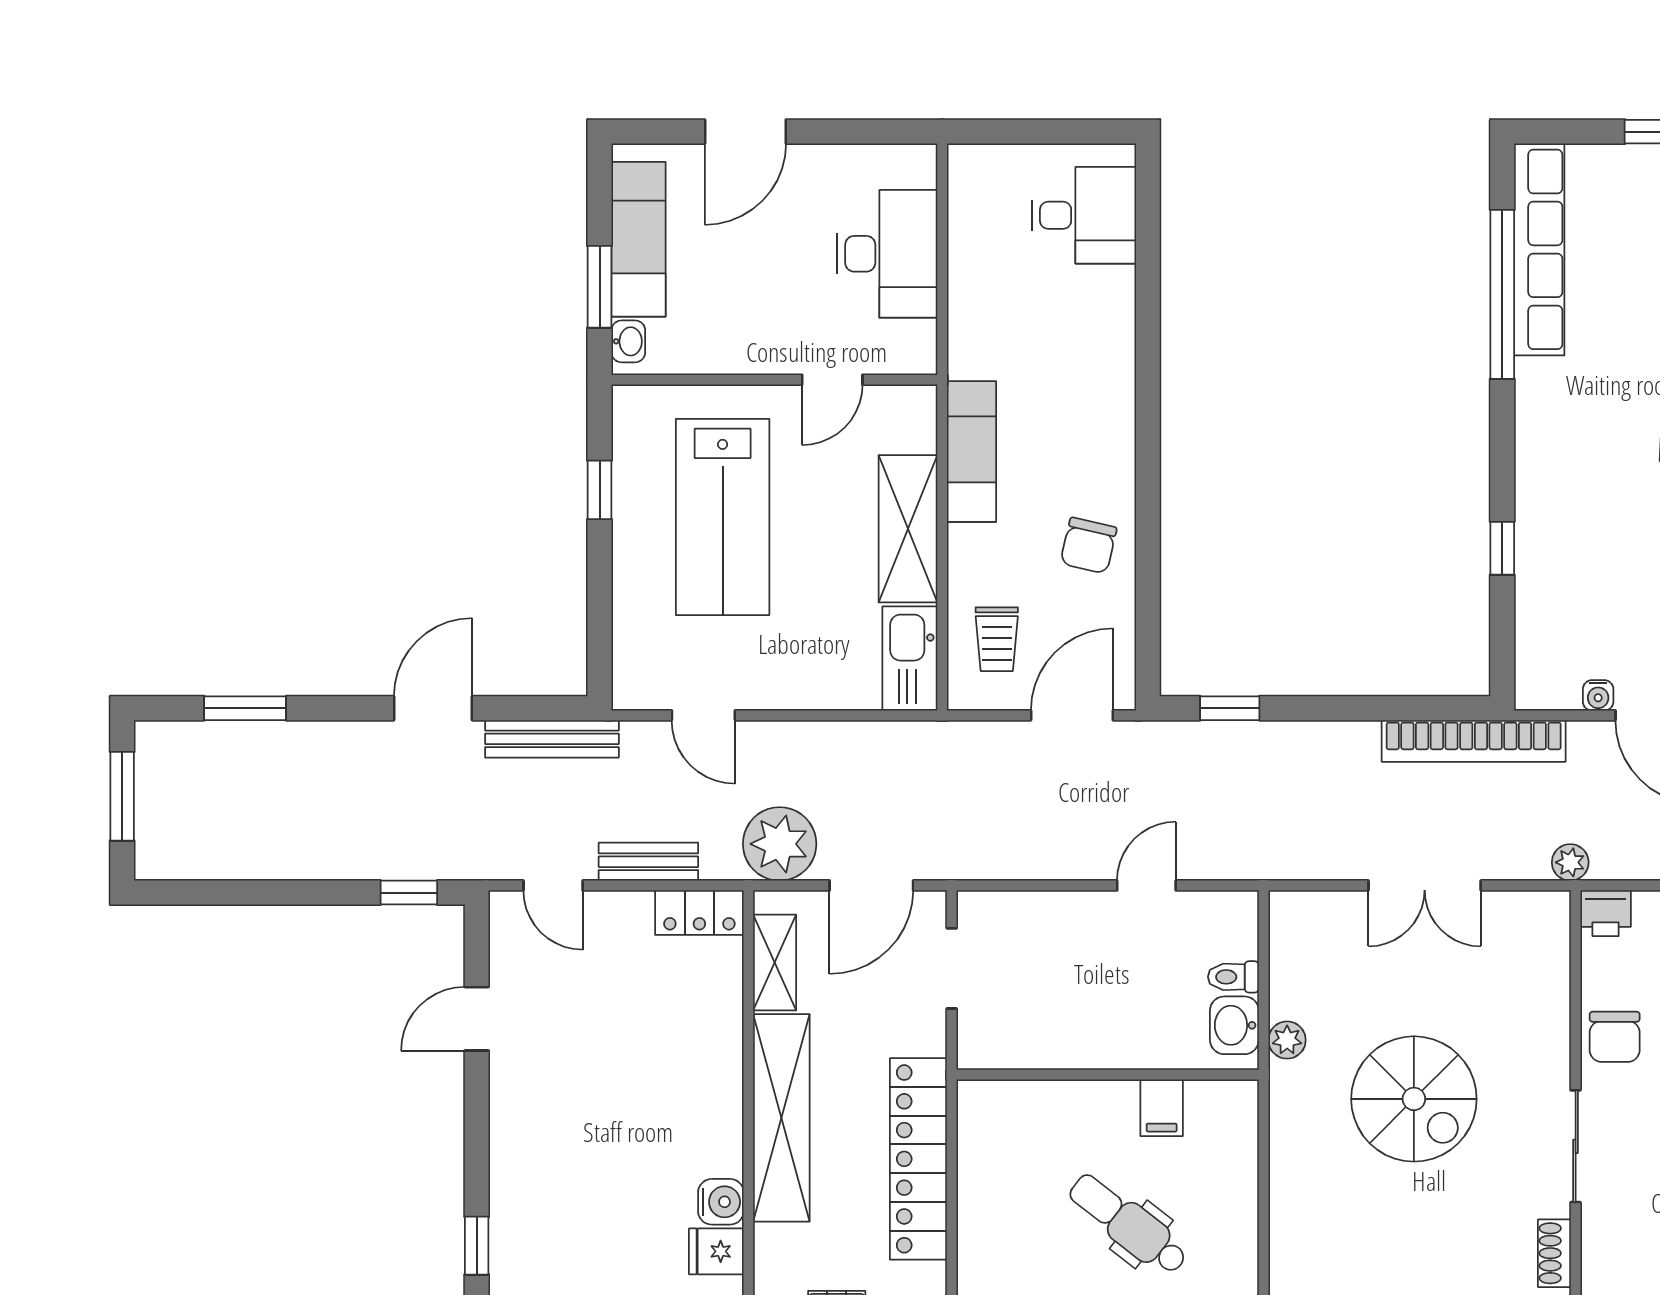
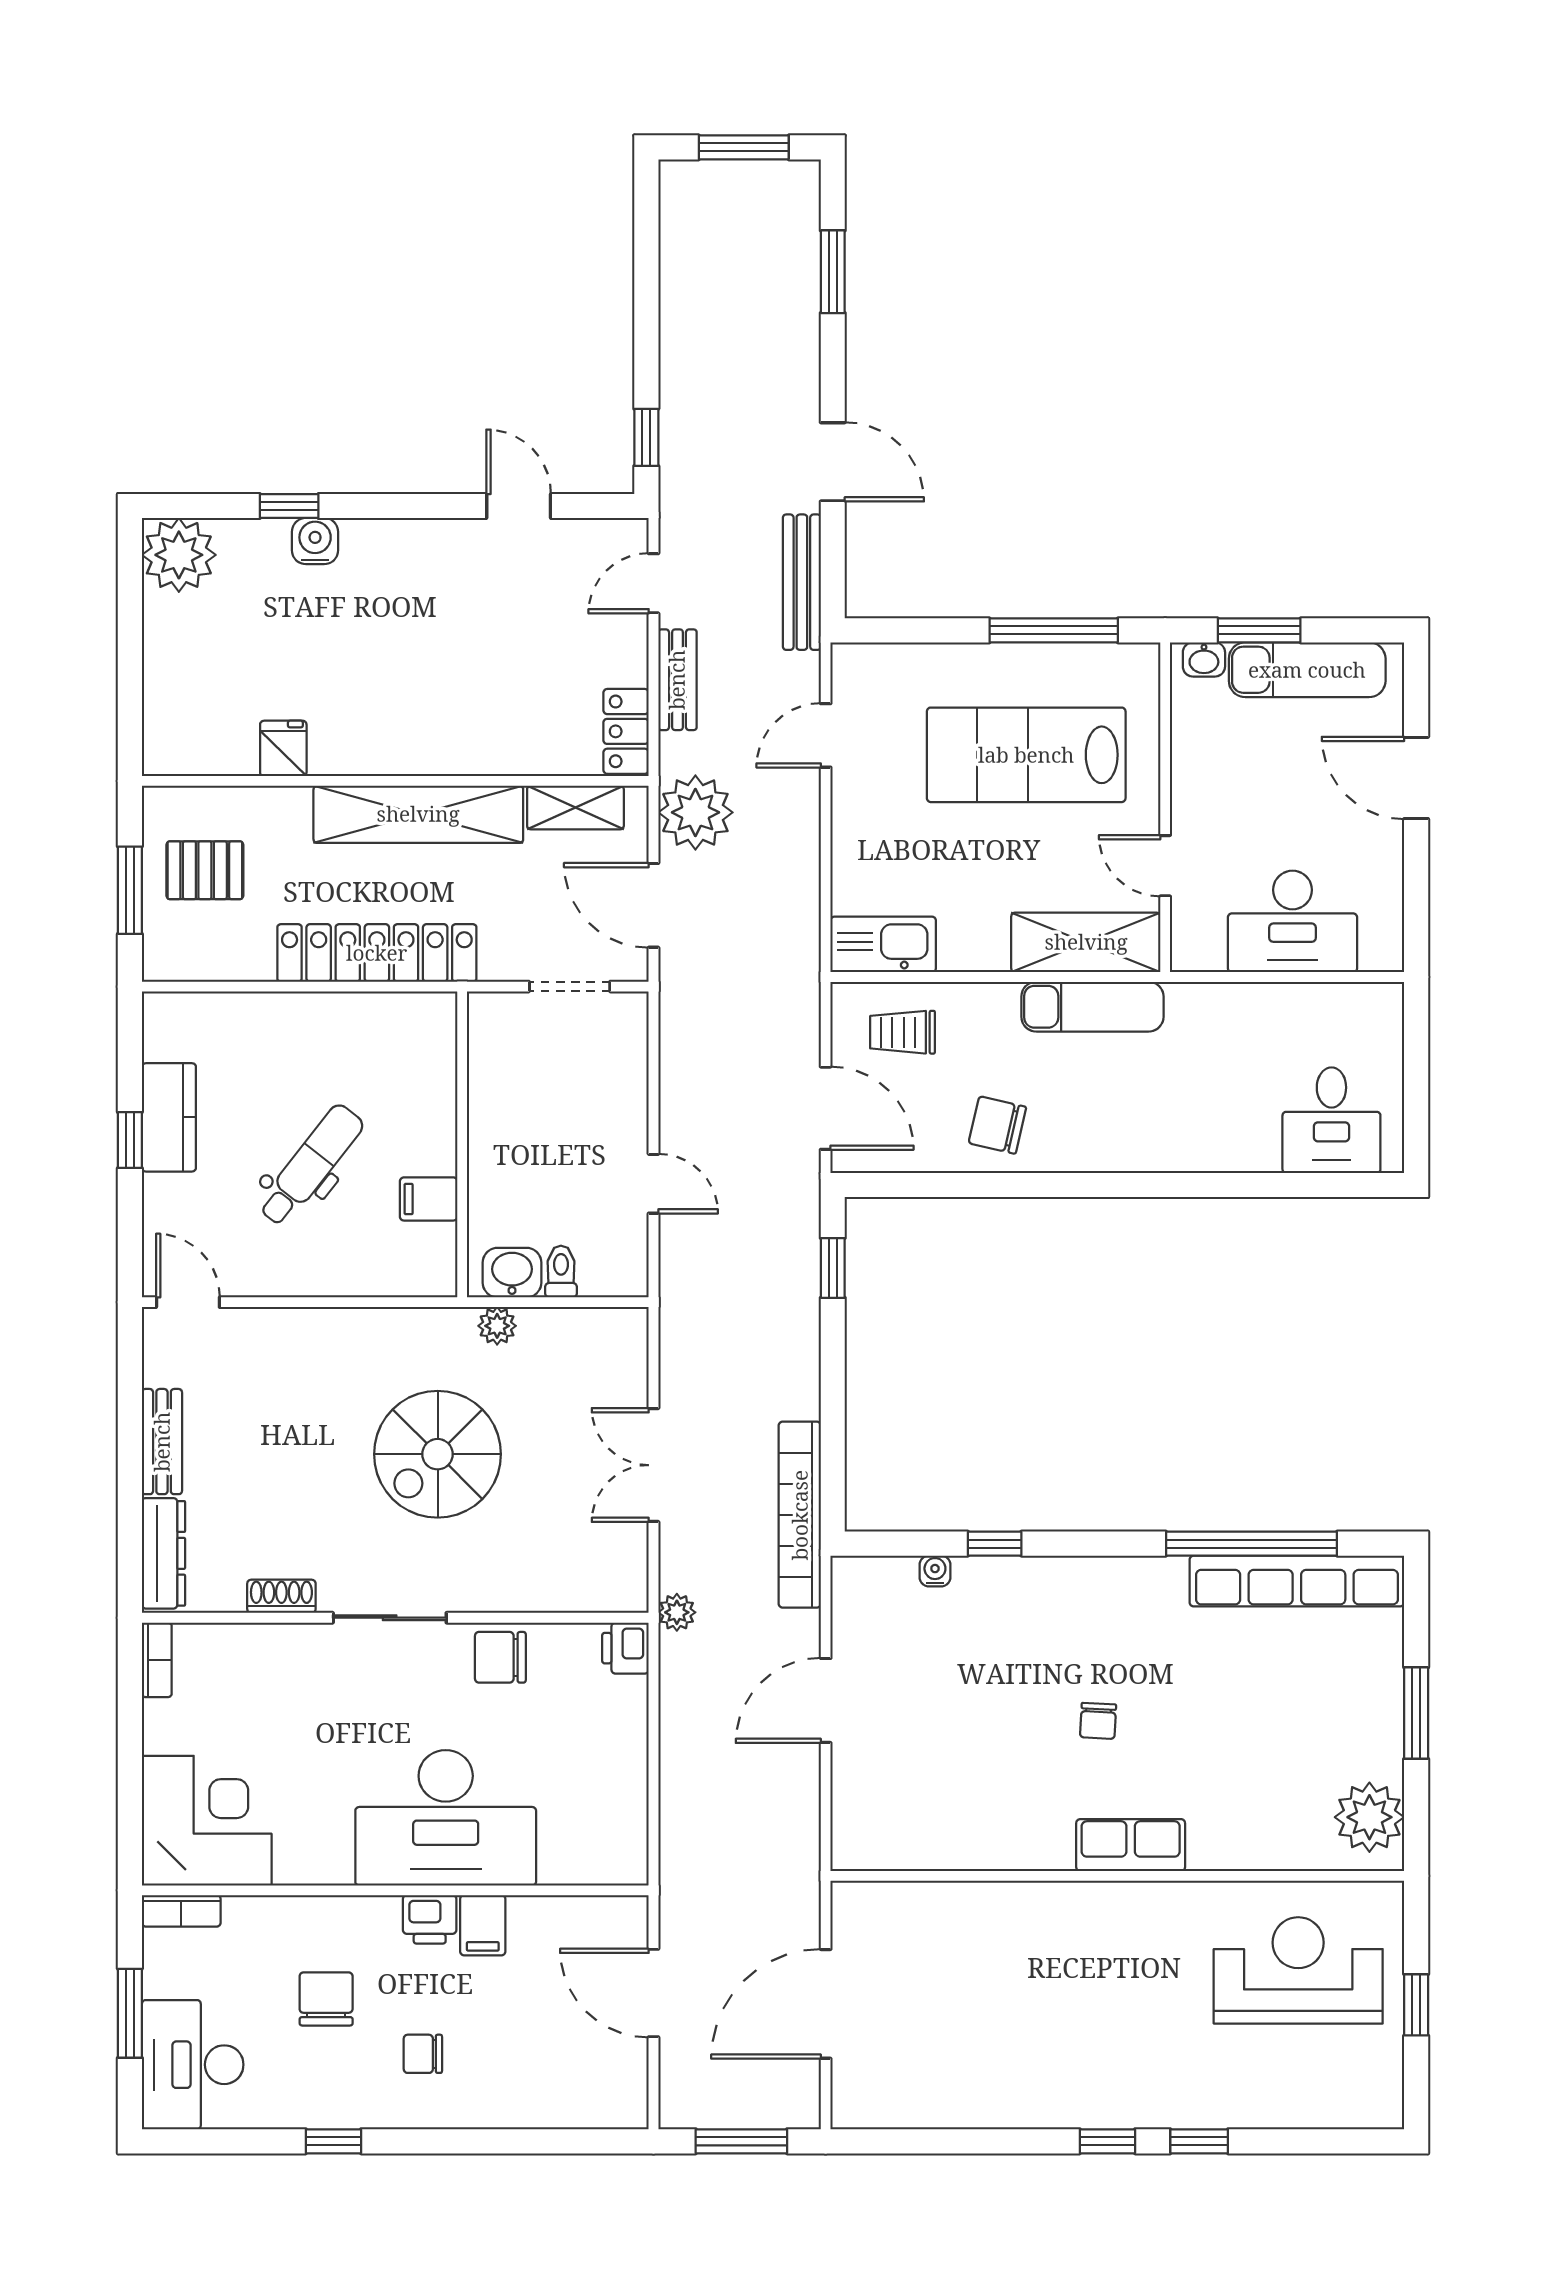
window: (600, 490) -> (1054, 630), width x2.17
shelving: (908, 529) -> (1086, 942), moved
water cooler: (1598, 695) -> (935, 1571), moved, turned 90
water cooler: (721, 1202) -> (315, 541), moved, turned 180

